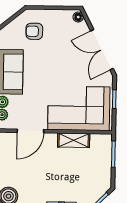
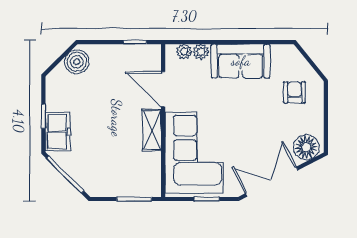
floor lamp: (78, 17) -> (306, 147), width x1.89, depth x1.89
shelving: (74, 140) -> (152, 130), moved

